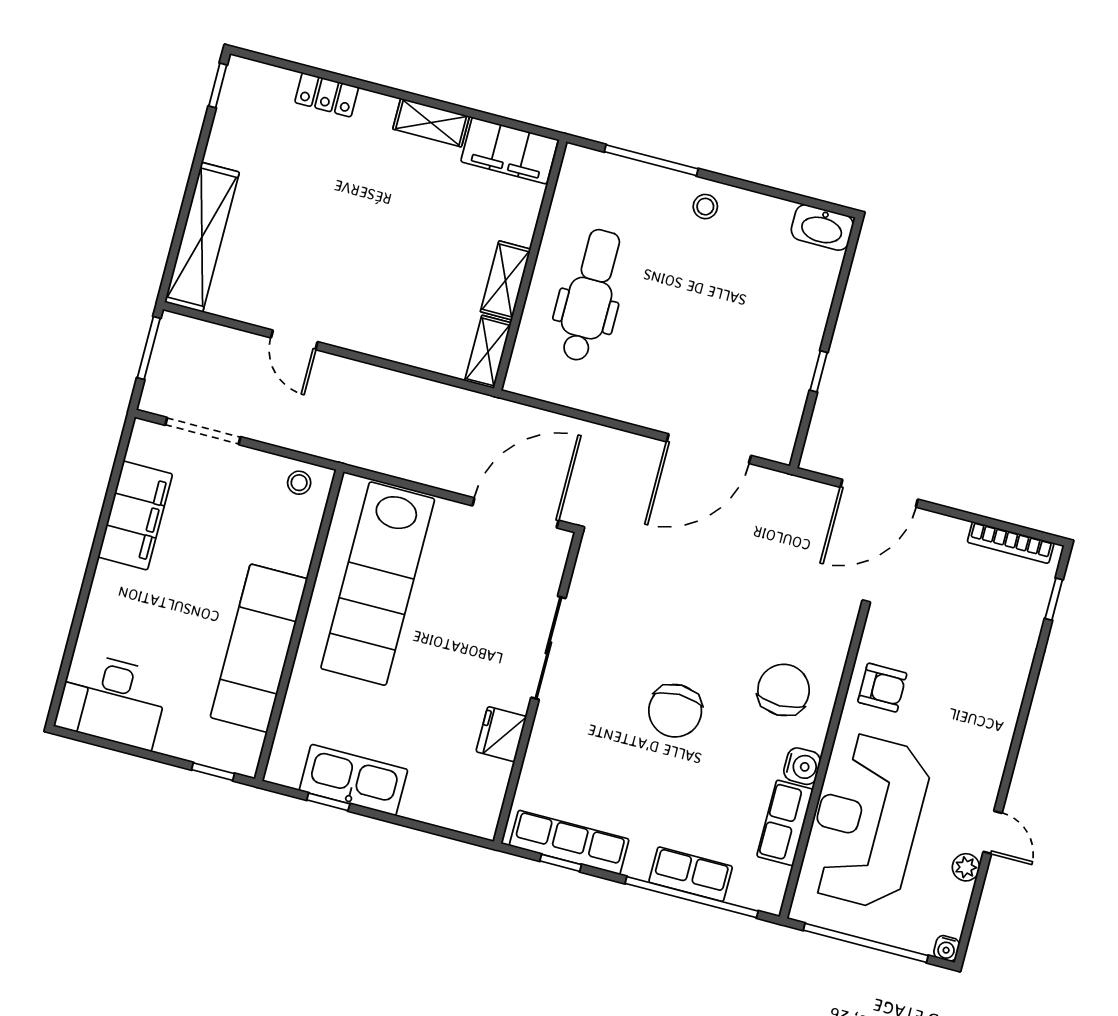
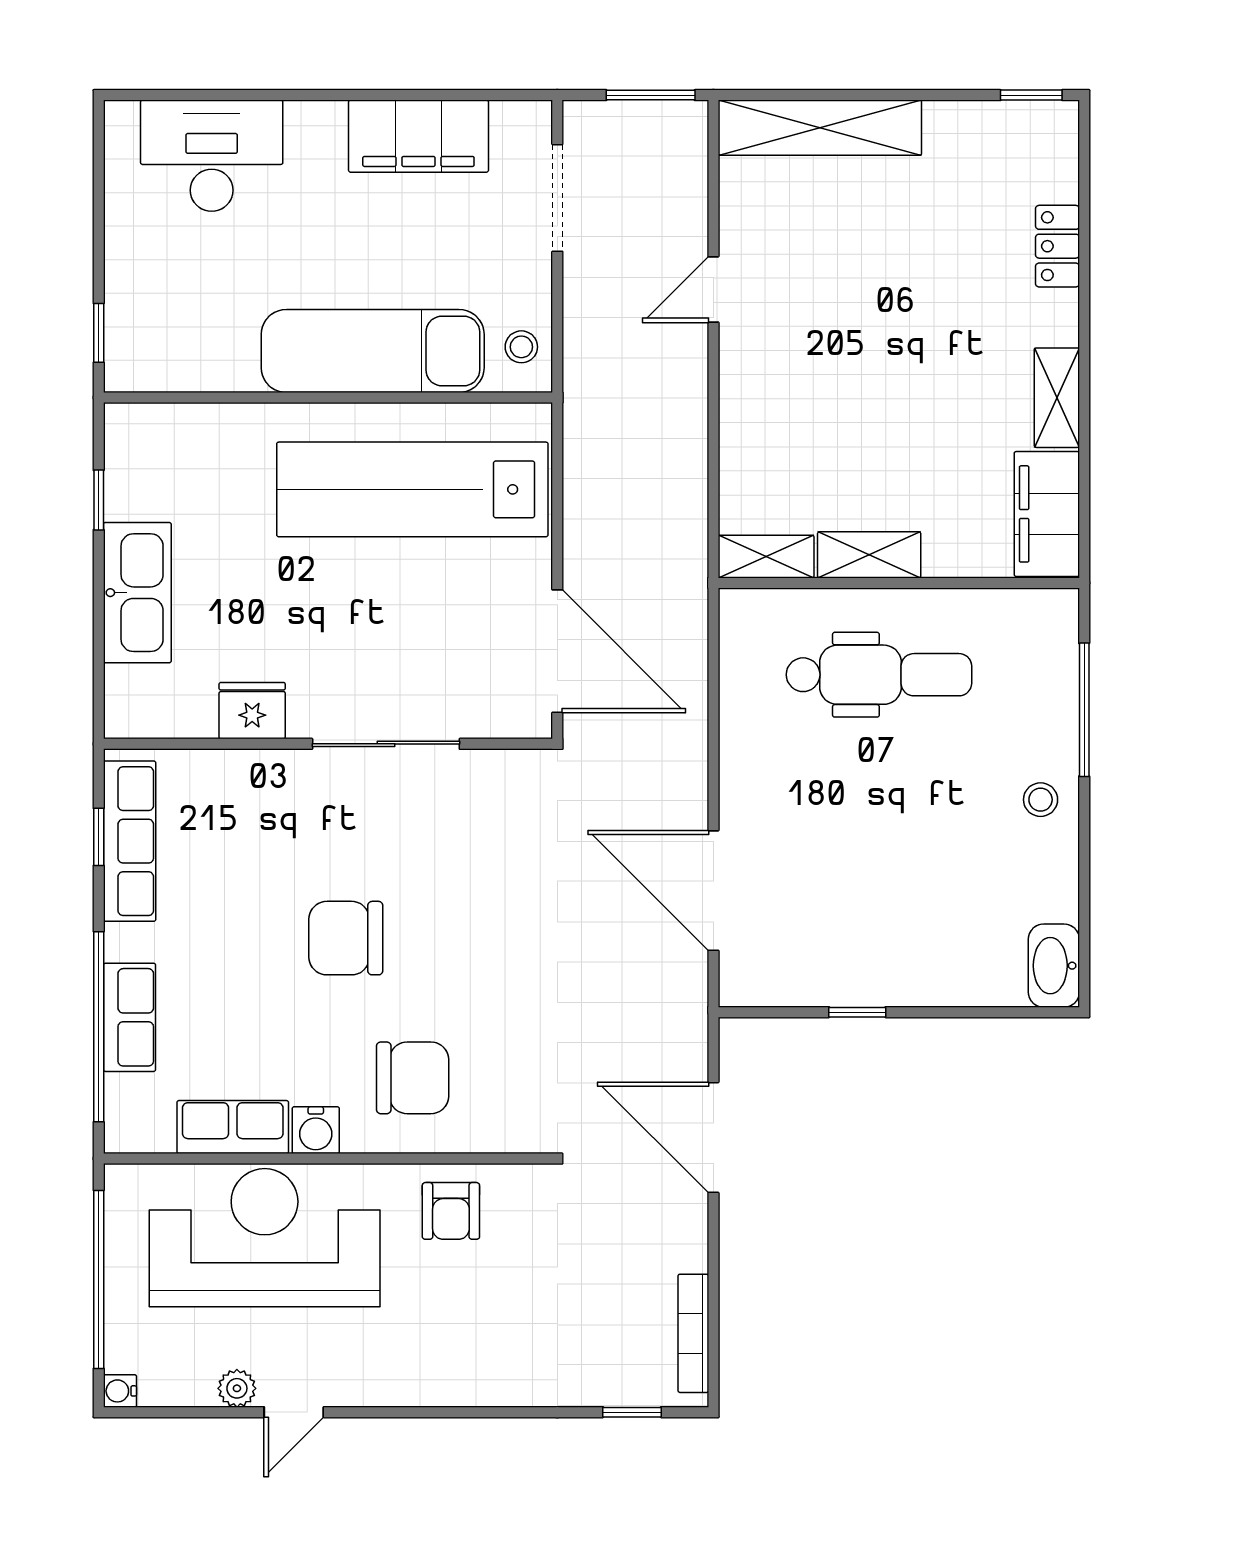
exam couch: (259, 648) -> (373, 351), moved
desk: (112, 701) -> (212, 156), moved, turned 90
kitchen sink: (353, 780) -> (137, 593), moved

